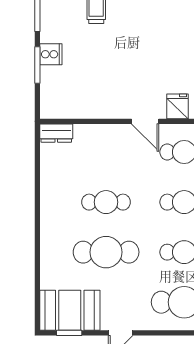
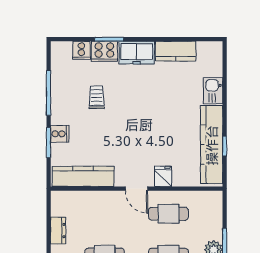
kitchen counter: (80, 106) -> (83, 176), added
dresser: (56, 133) -> (58, 230), moved, turned -90

